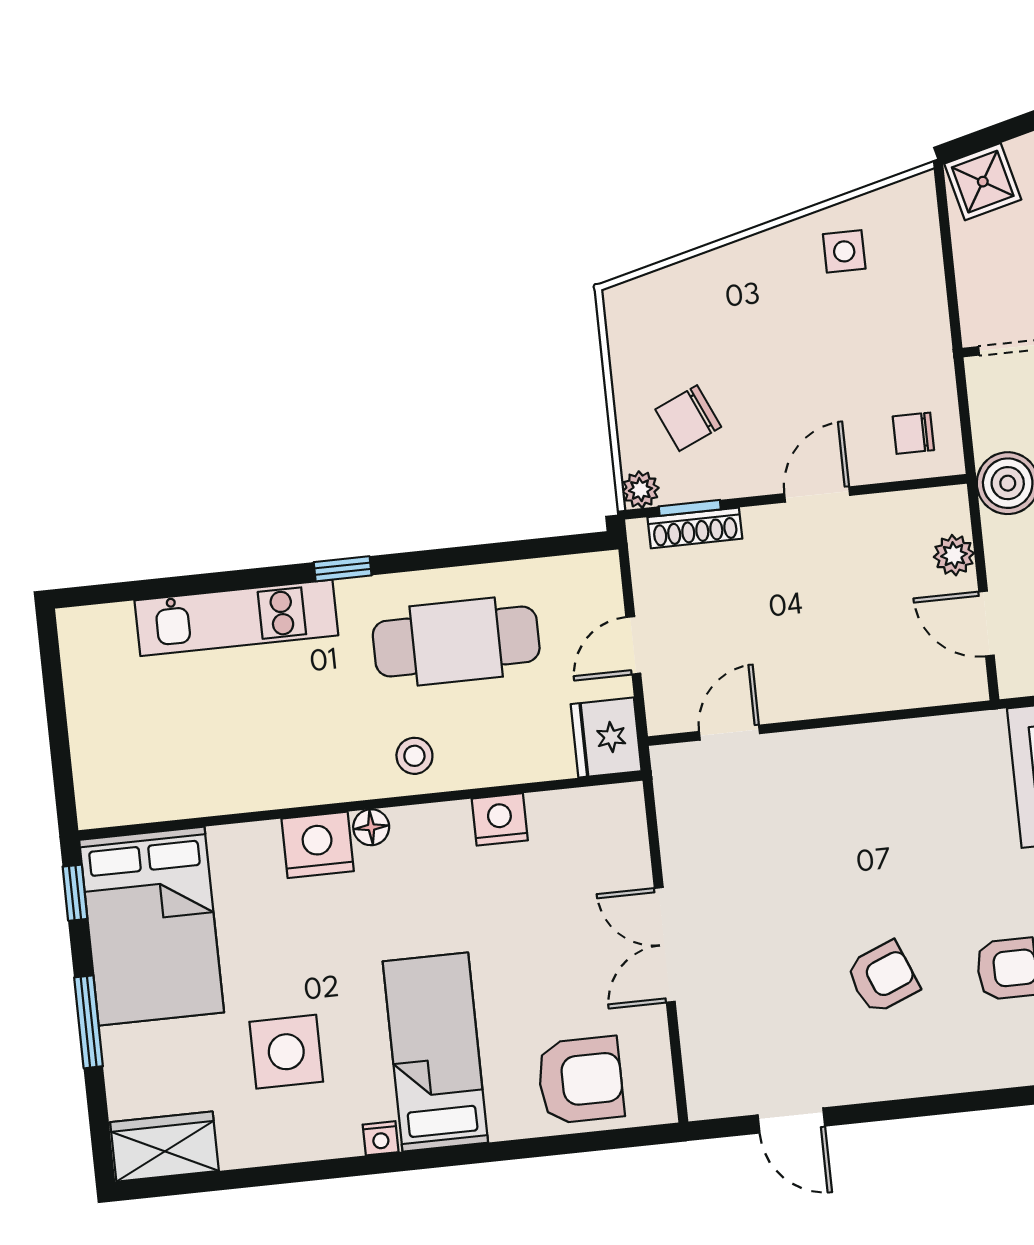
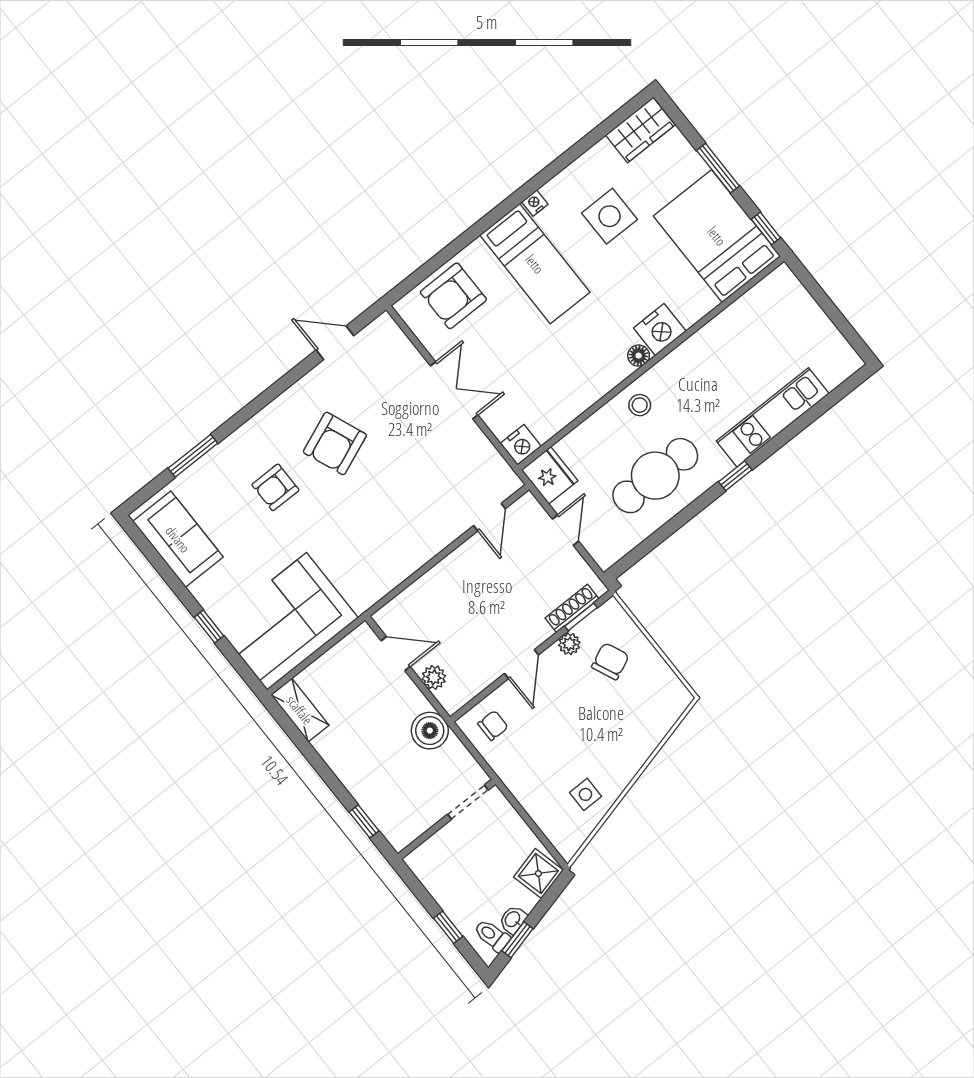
plant: (640, 490) -> (569, 644), moved
nightstand: (500, 819) -> (521, 445), moved
armchair: (883, 977) -> (335, 443), width x1.38, depth x1.38

